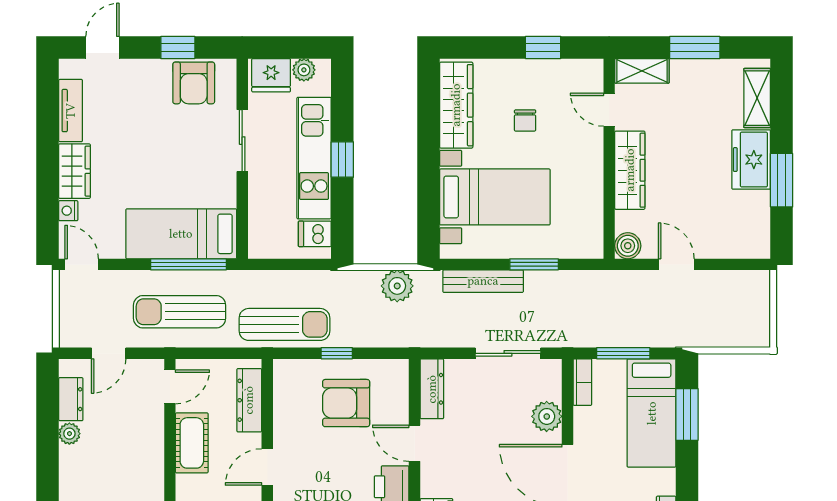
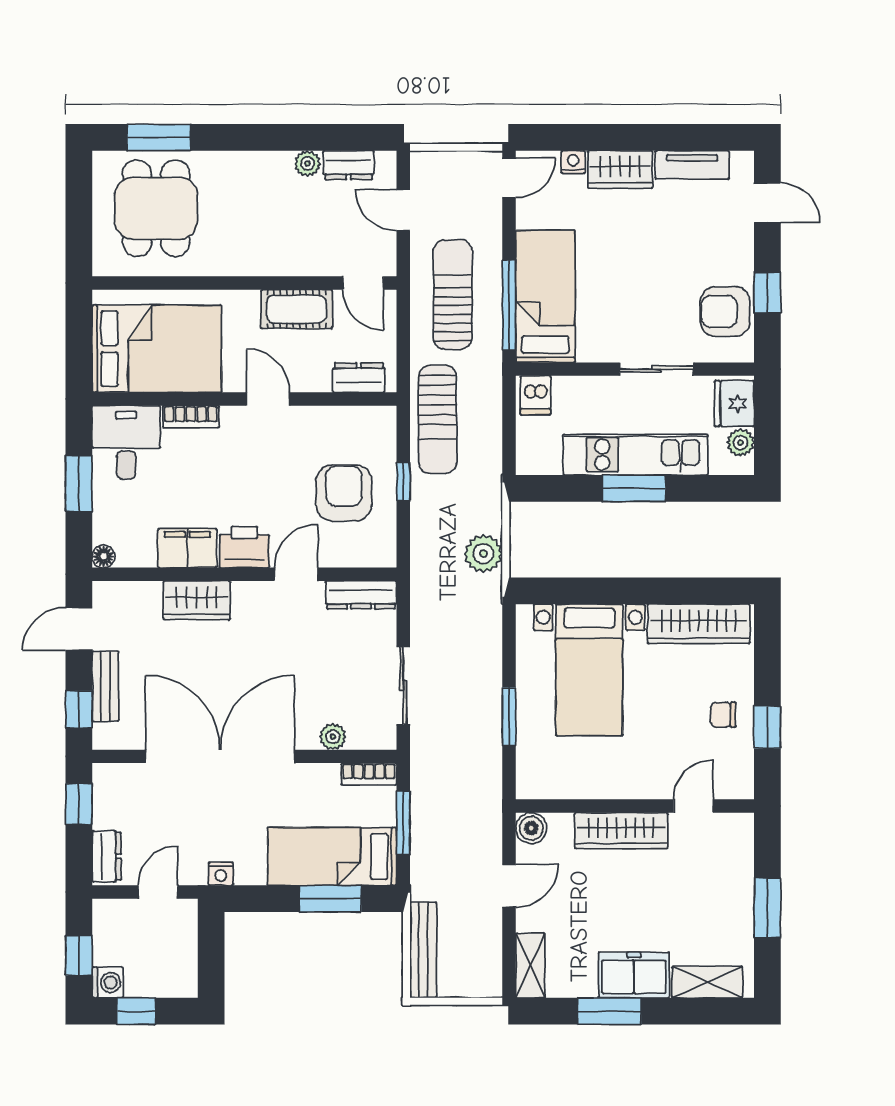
shelving: (642, 71) -> (530, 966), moved
chair: (525, 120) -> (723, 715), moved
window: (342, 159) -> (634, 488), width x1.50
dishwasher: (315, 234) -> (535, 395), moved, turned 180
bench: (483, 281) -> (423, 950), moved
dresser: (249, 400) -> (359, 378), width x0.70
plant: (547, 416) -> (333, 737), width x0.73, depth x0.73

